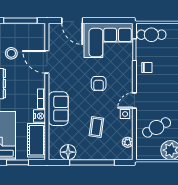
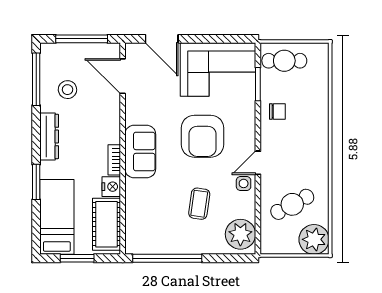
door: (47, 62) -> (123, 76), moved
armchair: (99, 83) -> (203, 136), width x1.88, depth x1.88
sofa: (58, 109) -> (140, 152), moved
plant: (128, 142) -> (240, 234), width x1.87, depth x1.87
floor lamp: (68, 152) -> (155, 243), removed
window: (92, 162) -> (167, 258), moved

